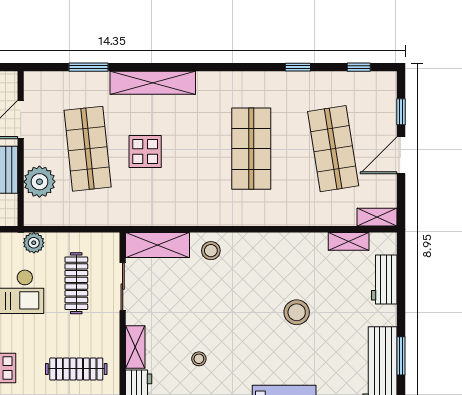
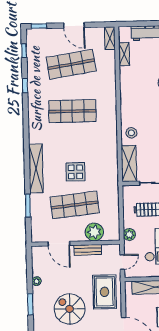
window: (401, 112) -> (39, 26), moved

